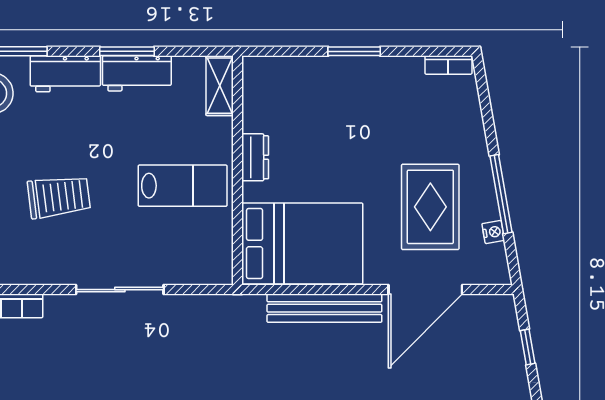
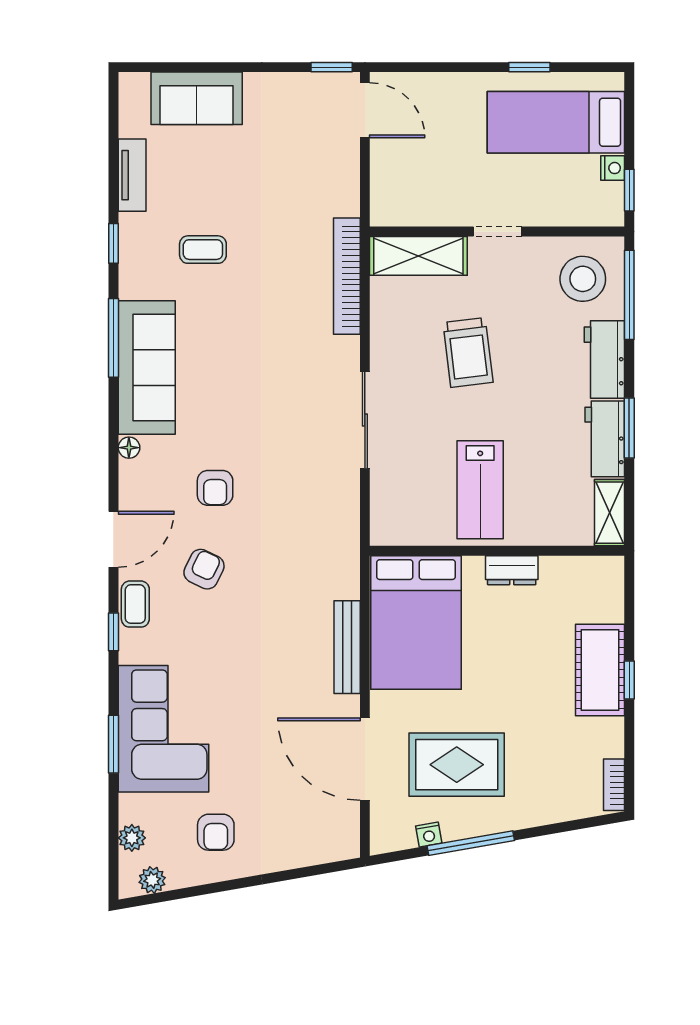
window: (354, 51) -> (629, 680), width x0.67
cot: (345, 78) -> (600, 670), added
shelving: (220, 86) -> (609, 513), moved, turned 90
bench: (324, 308) -> (347, 647), width x0.73, depth x0.82
window: (528, 347) -> (301, 873), removed

